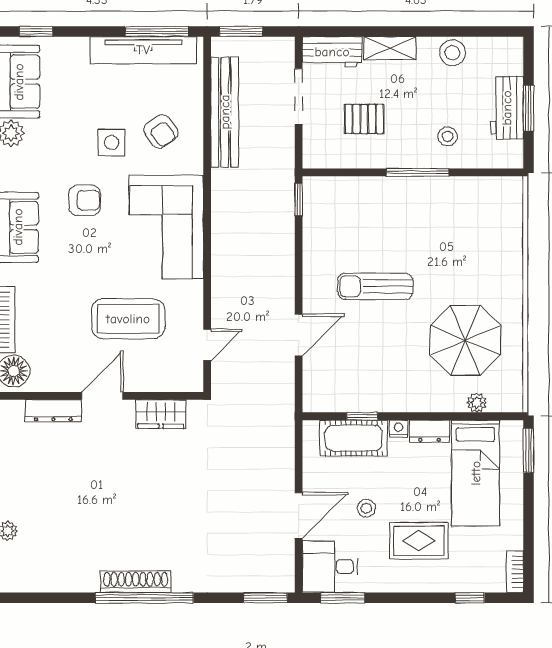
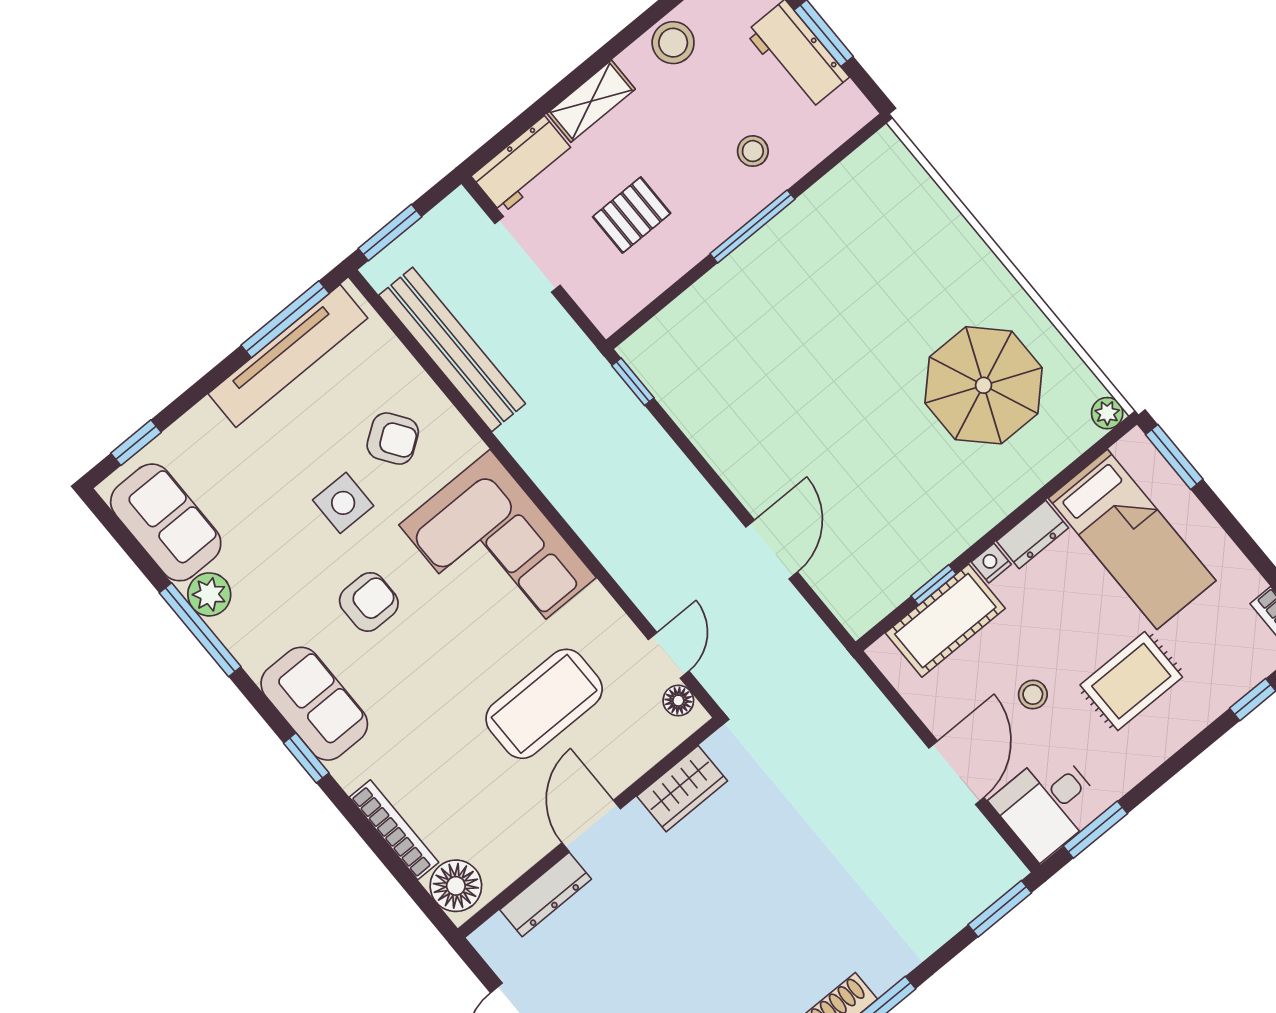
sun lounger: (375, 286) -> (817, 411), removed
floor lamp: (194, 370) -> (678, 701), added
plant: (477, 403) -> (1107, 413), moved

